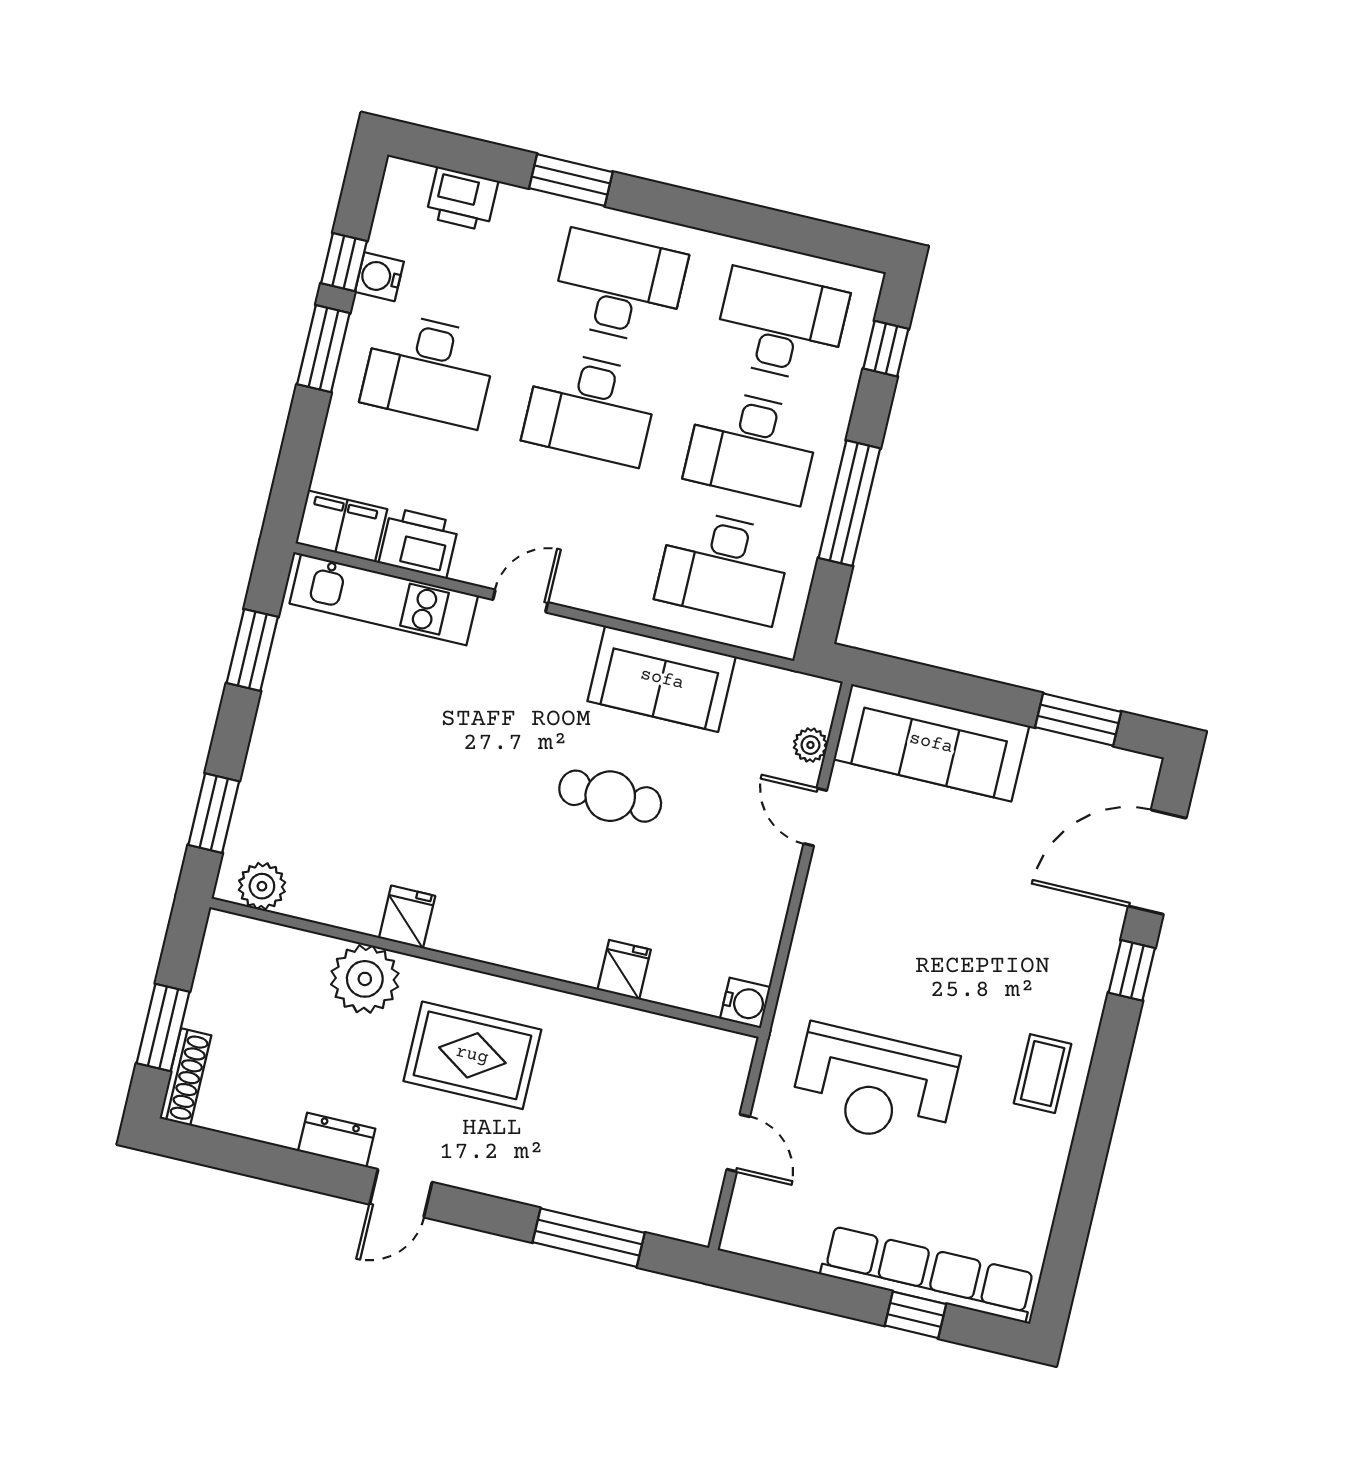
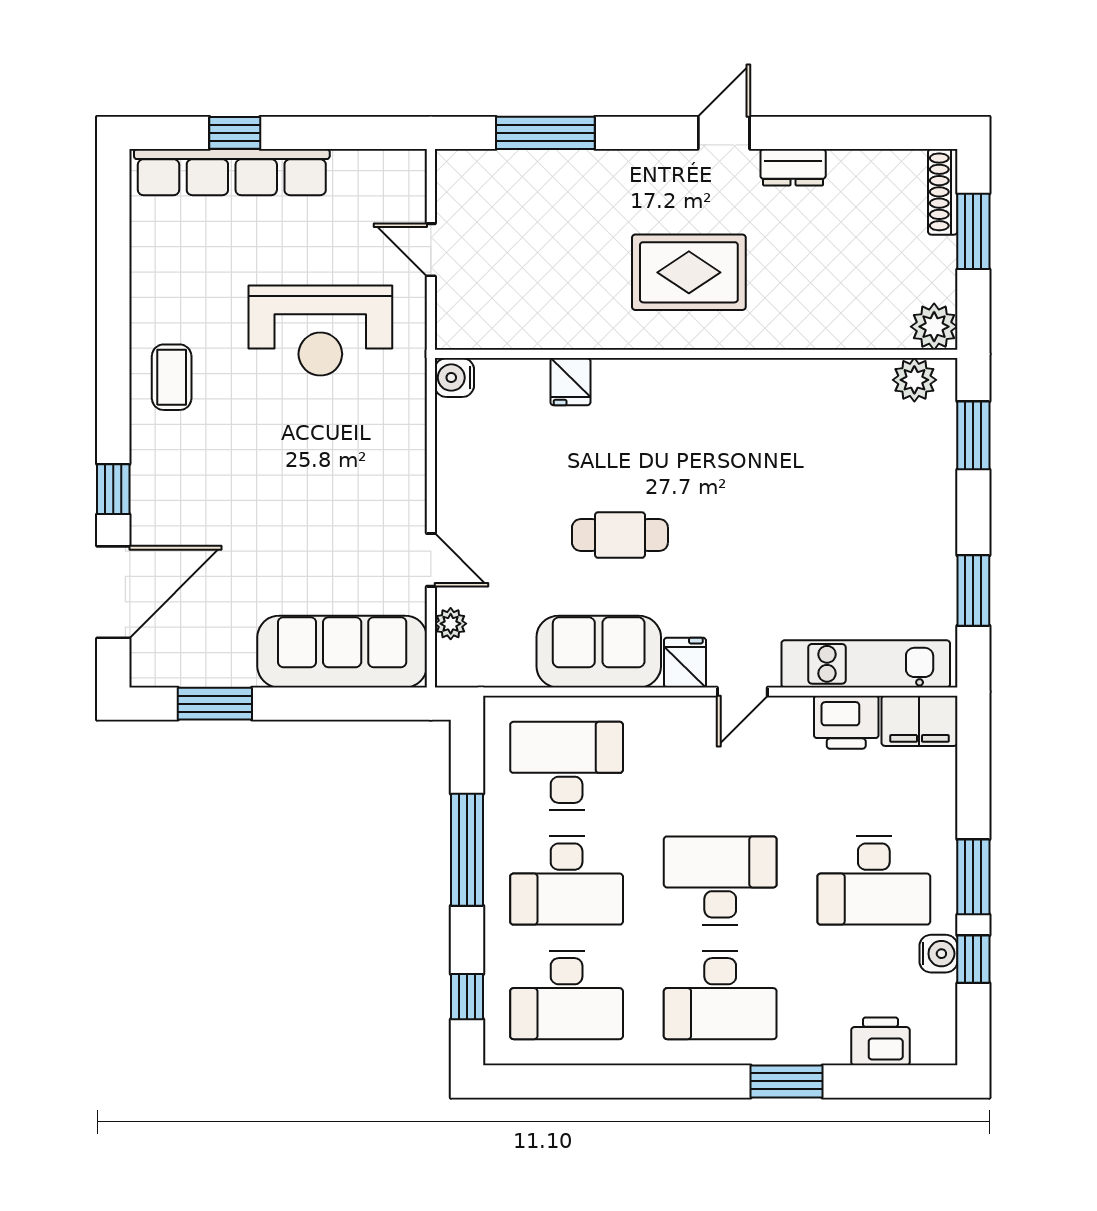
desk: (429, 370) -> (874, 880), turned 180
desk: (752, 446) -> (567, 880), turned 180
fridge: (407, 917) -> (685, 663), moved, turned 180
plant: (365, 979) -> (934, 327), moved, width x0.73, depth x0.73
reception desk: (874, 1086) -> (320, 331), turned 180

